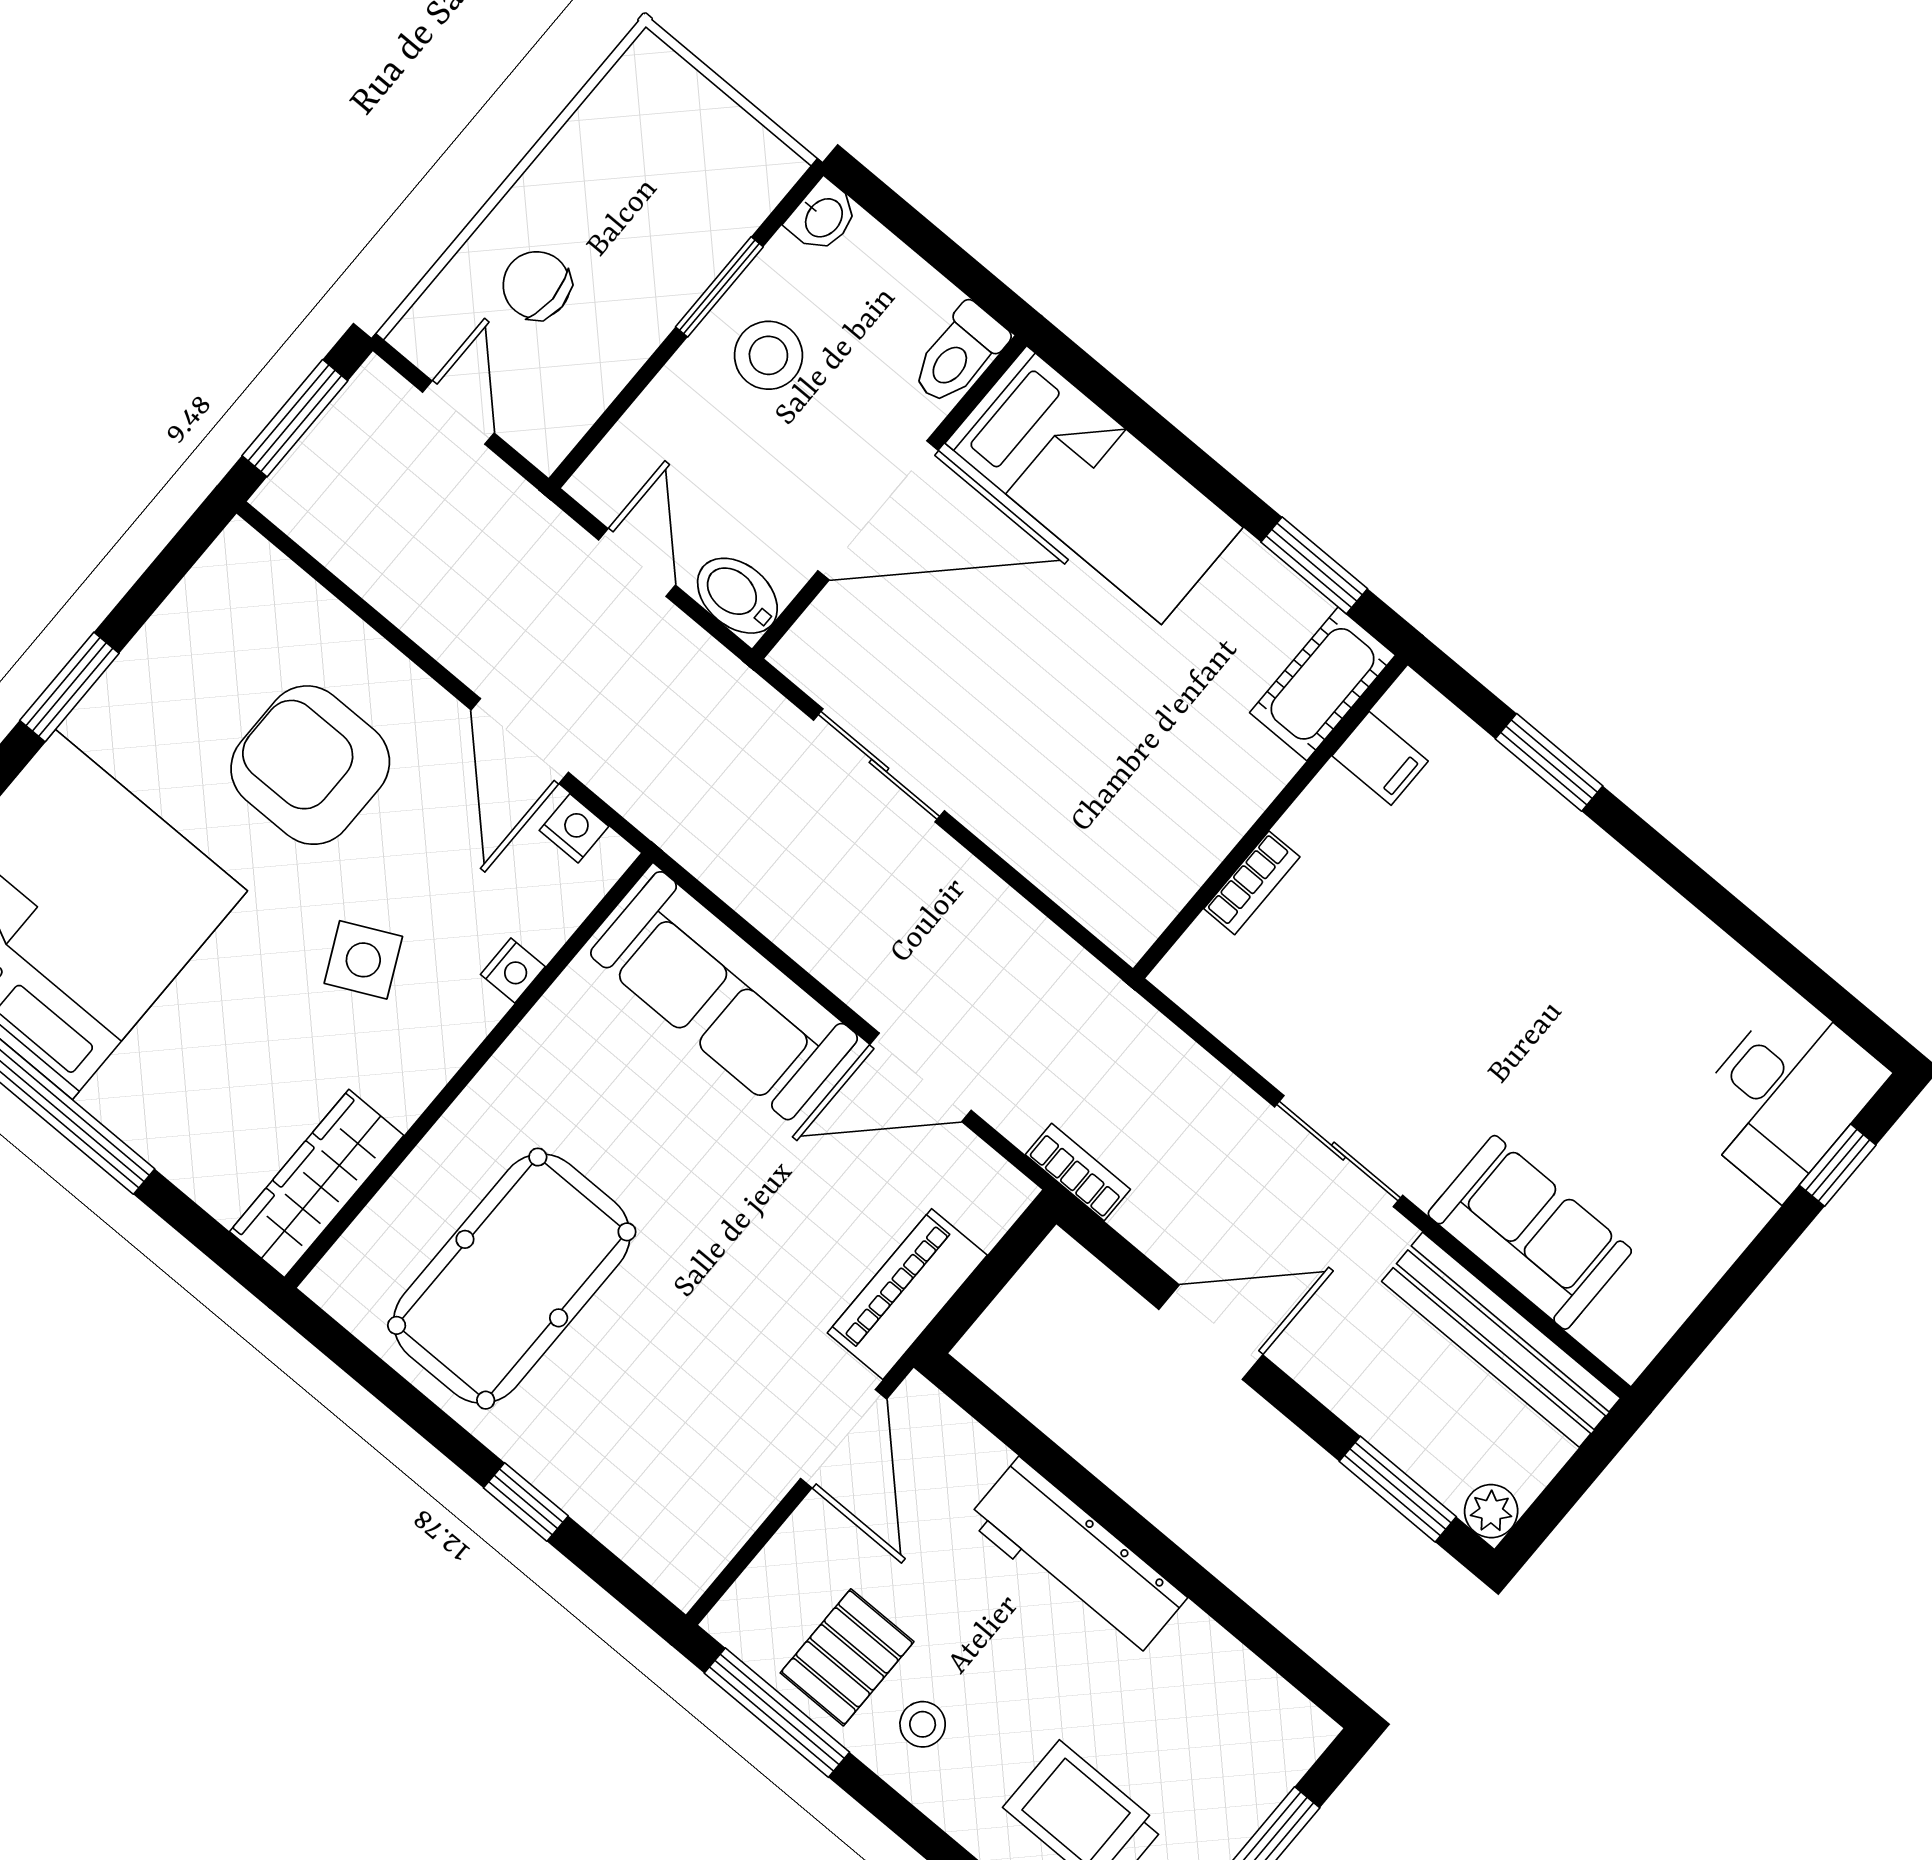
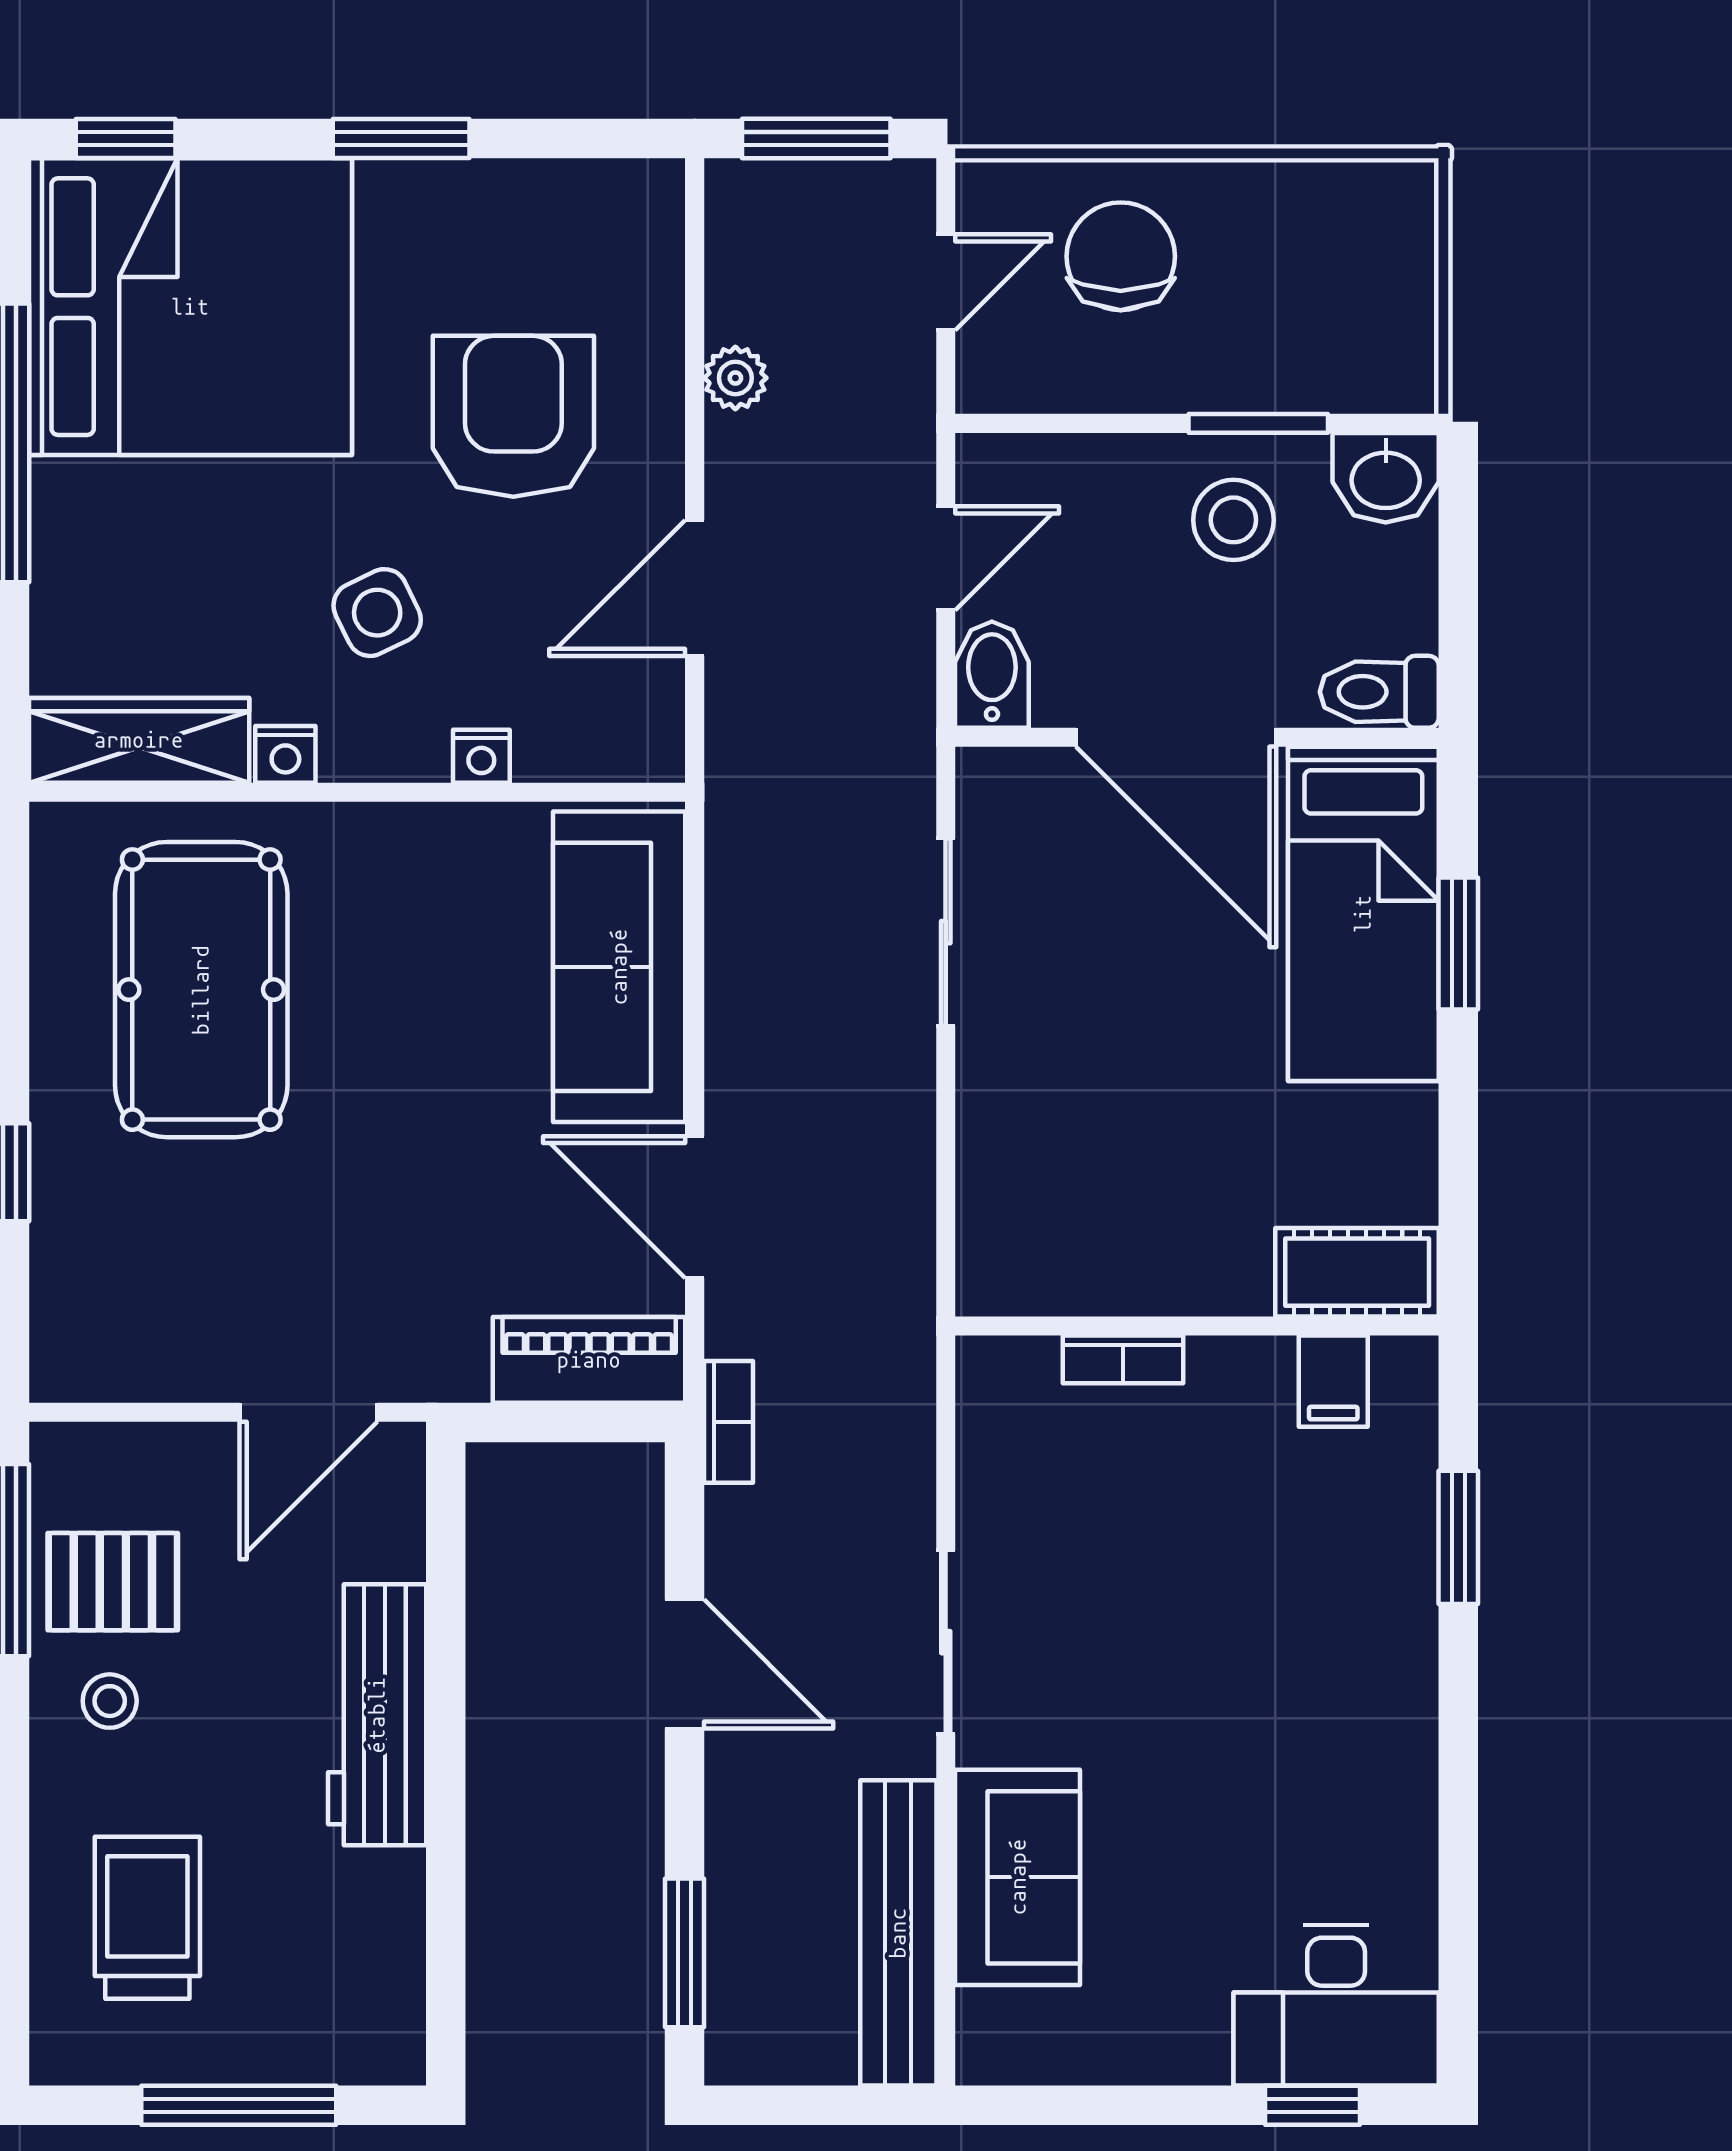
washbasin: (823, 217) -> (1386, 478), width x1.38, depth x1.45
chair: (537, 285) -> (1121, 256), width x1.37, depth x1.37
window: (1314, 565) -> (1458, 943), moved
nightstand: (574, 828) -> (285, 754), moved, turned 90
pool table: (512, 1279) -> (201, 990), turned 90
piano: (907, 1294) -> (589, 1360), moved
plant: (1491, 1511) -> (735, 378), moved

